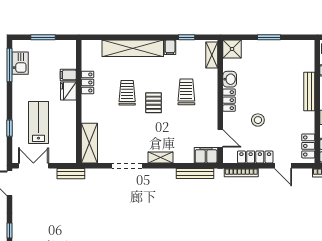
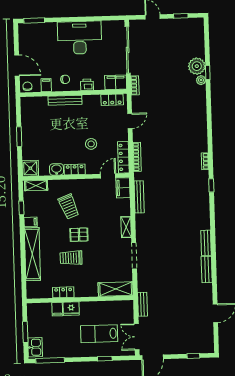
kitchen sink: (20, 63) -> (35, 347), moved, turned 90
trolley: (186, 92) -> (69, 207), turned -111
locker: (255, 157) -> (123, 157), moved

